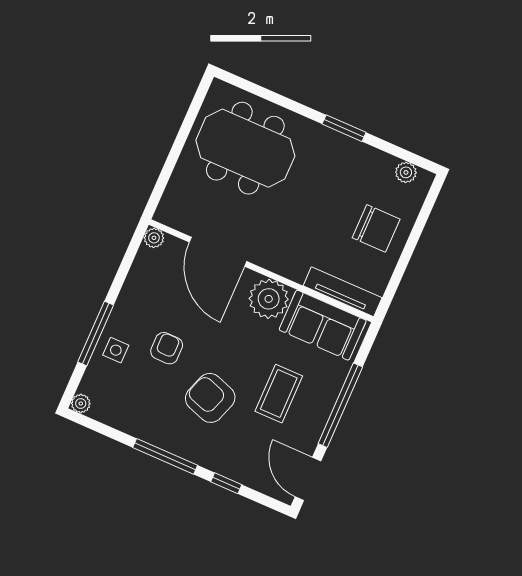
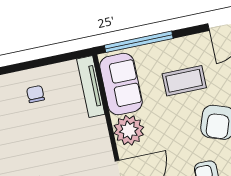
chair: (376, 228) -> (35, 94), width x0.54, depth x0.54
window: (340, 405) -> (139, 42), moved

